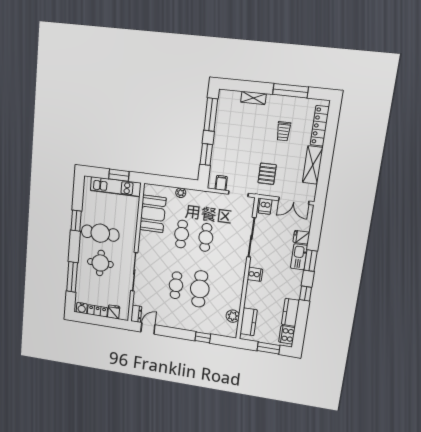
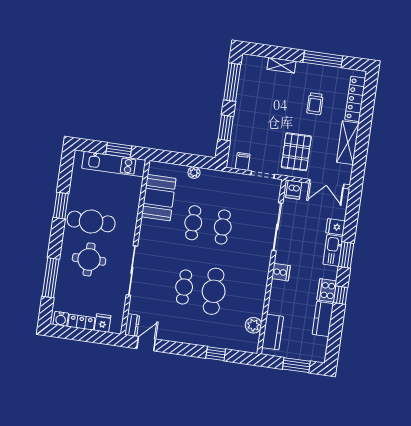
pallet: (267, 174) -> (296, 152), width x1.50, depth x1.42
cooker: (287, 335) -> (327, 290), moved

